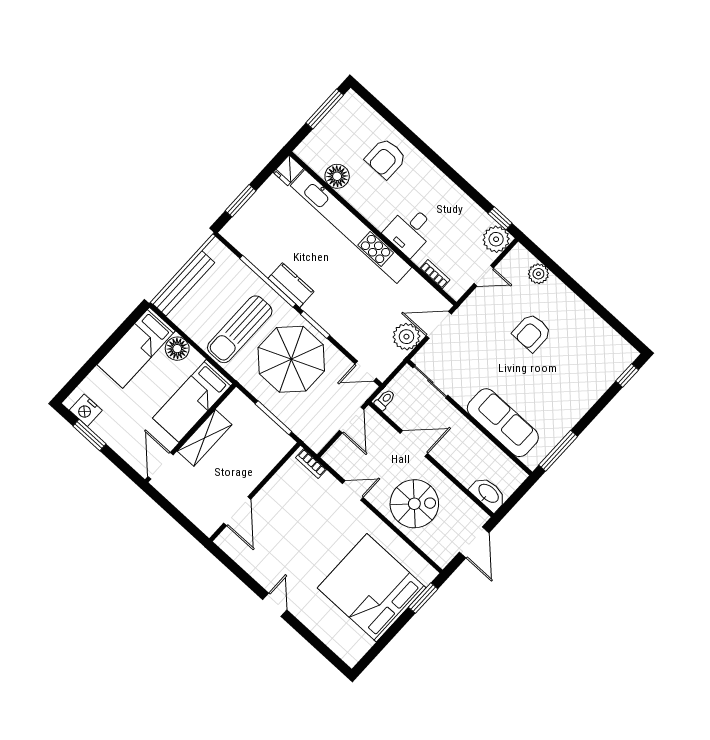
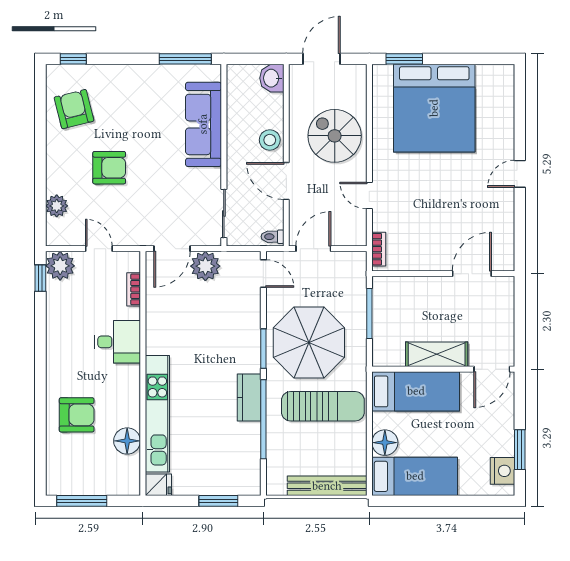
kitchen unit: (351, 226) -> (157, 414), width x0.73
door: (439, 325) -> (172, 249), hinge flipped
armchair: (593, 345) -> (74, 109), added
stool: (452, 458) -> (270, 140), added
washbasin: (488, 494) -> (272, 78), width x0.72

